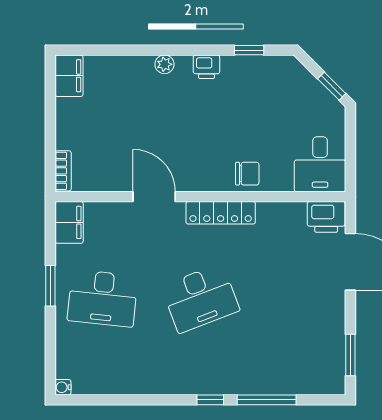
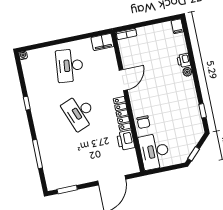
printer: (206, 67) -> (184, 60), moved
filing cabinet: (69, 76) -> (177, 26), width x0.50
desk: (320, 164) -> (154, 151), width x1.37
printer: (326, 217) -> (126, 140), moved
window: (50, 286) -> (70, 39), removed
window: (210, 400) -> (27, 103), moved

